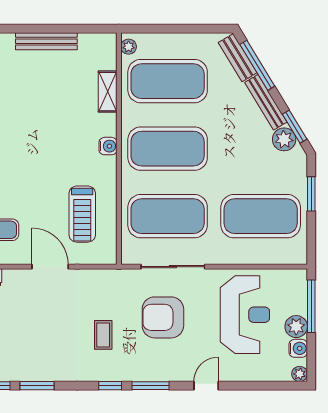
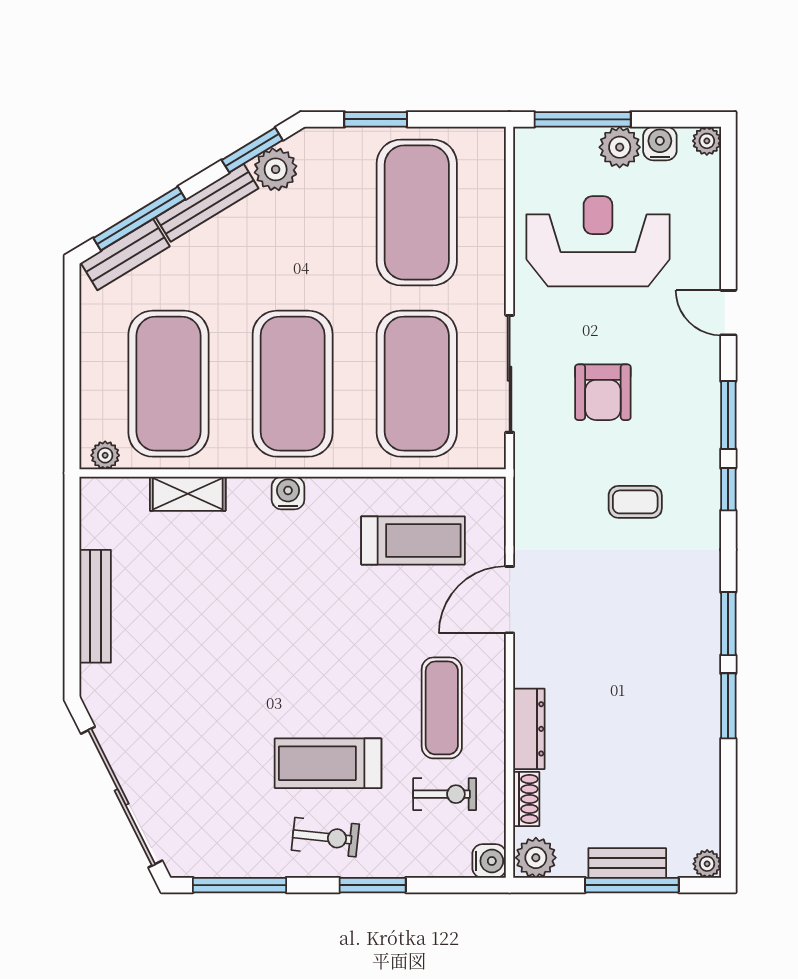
armchair: (163, 317) -> (603, 392), width x0.73, depth x0.73

